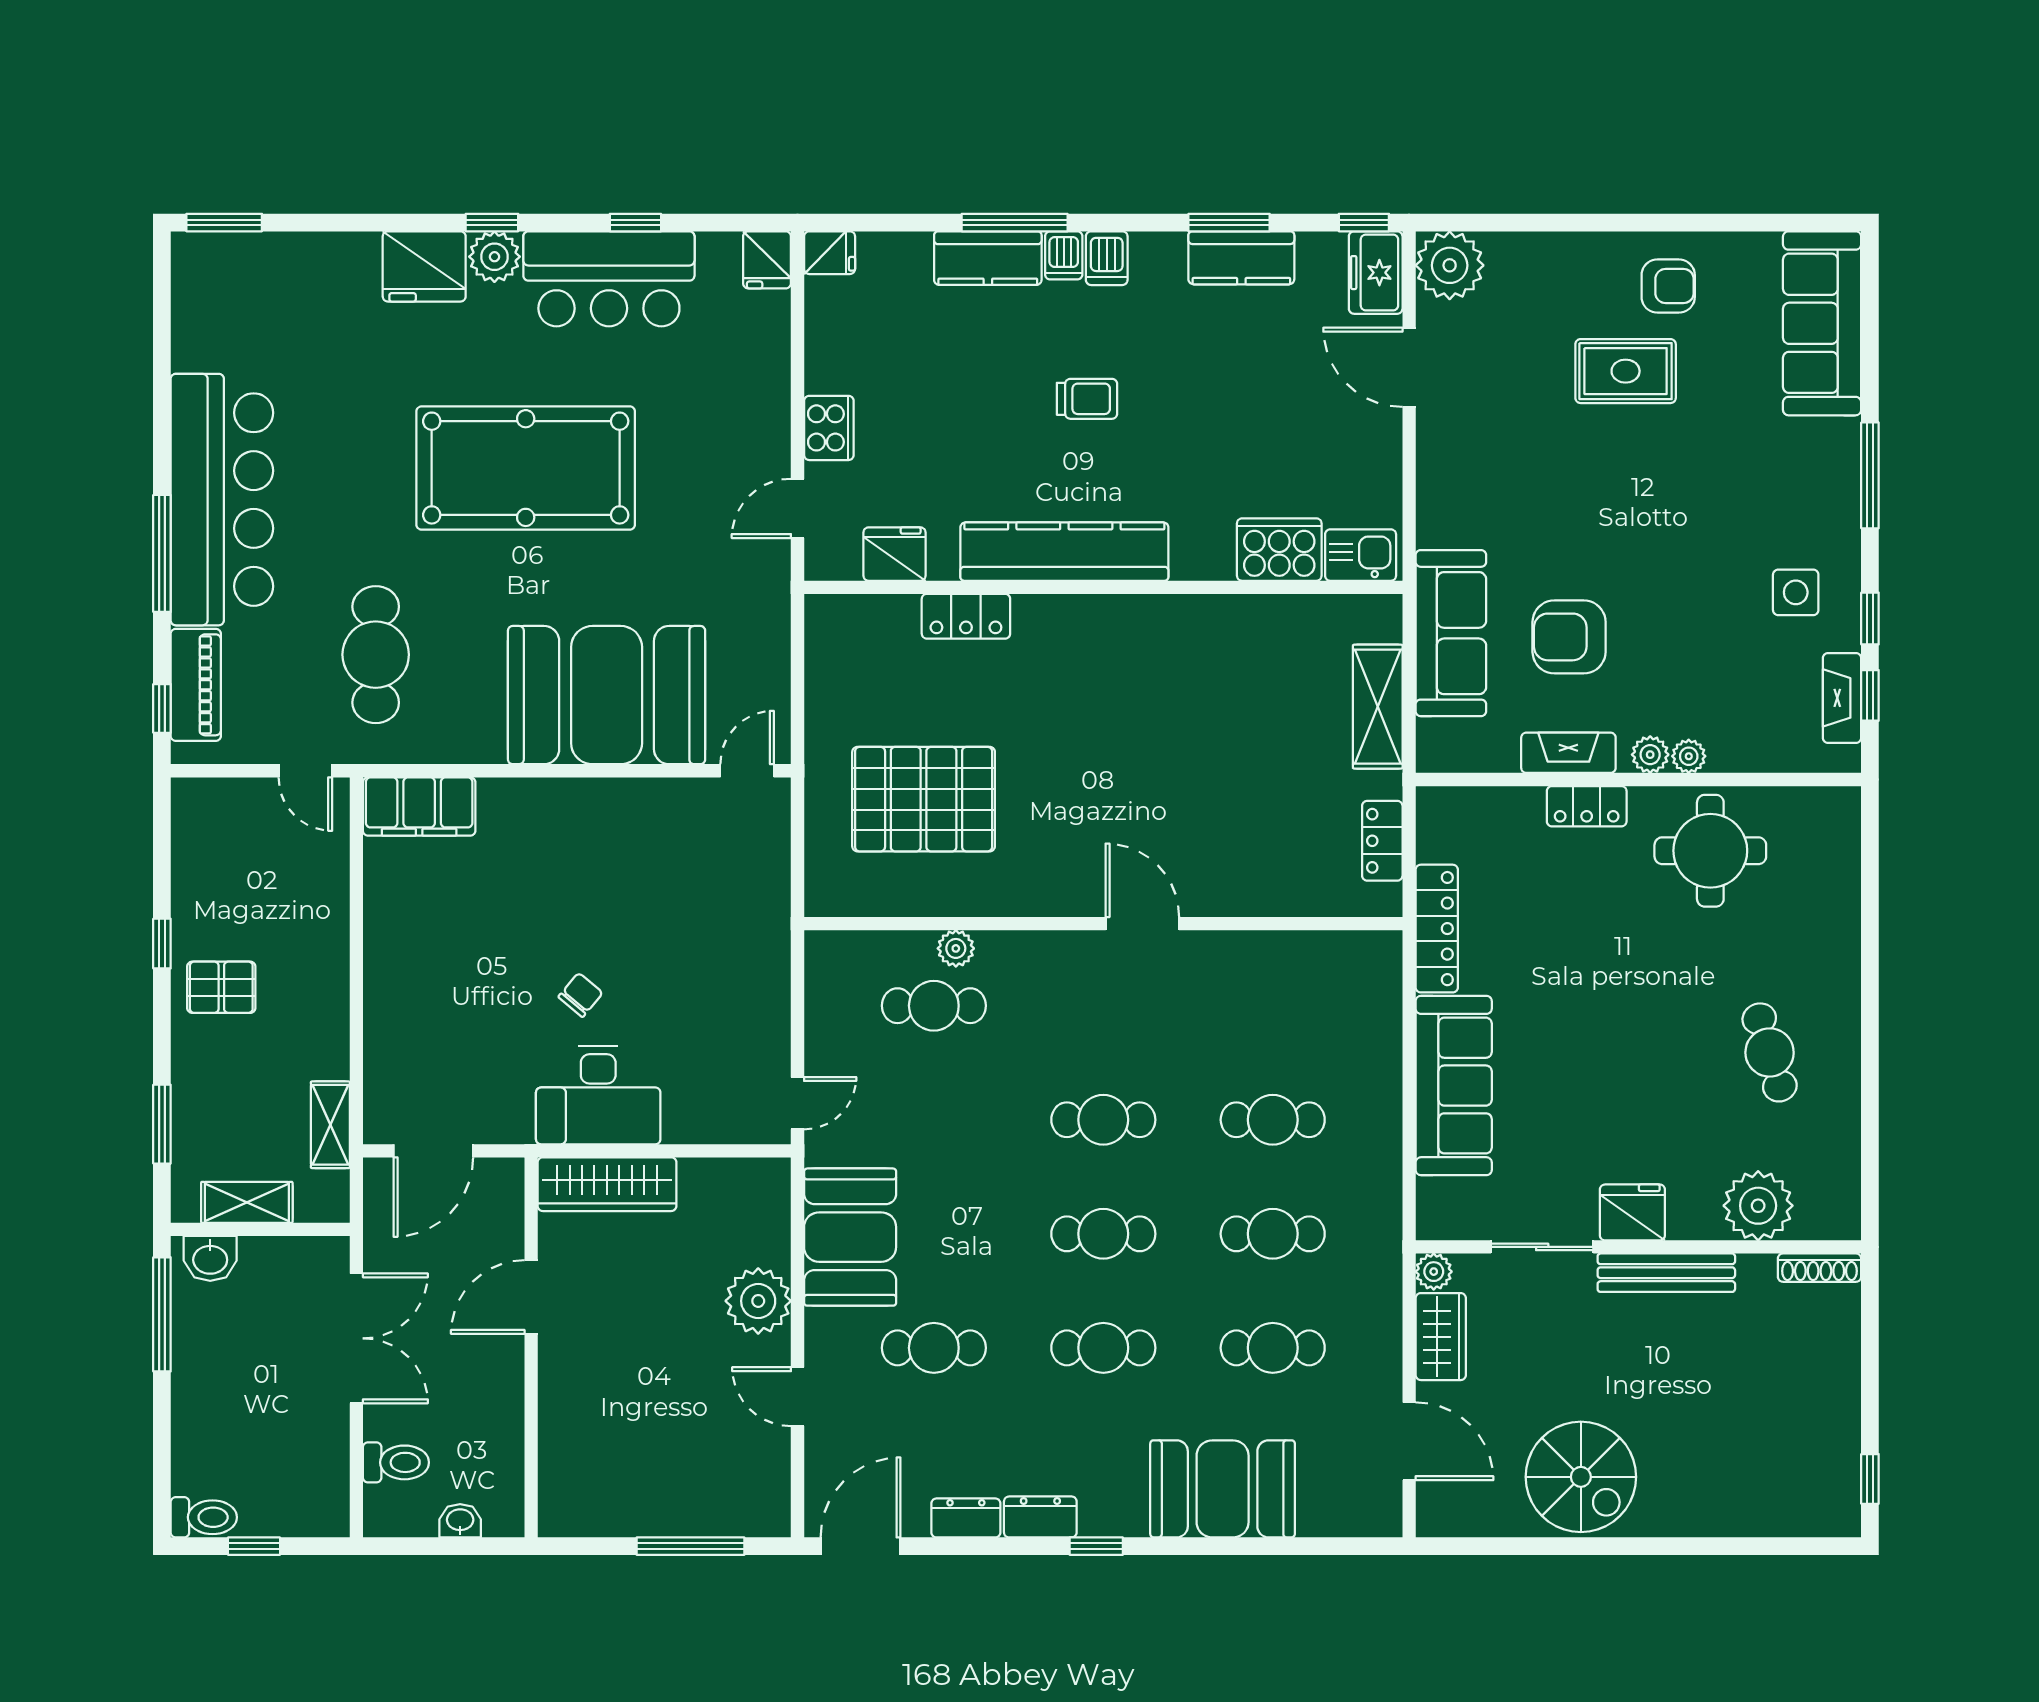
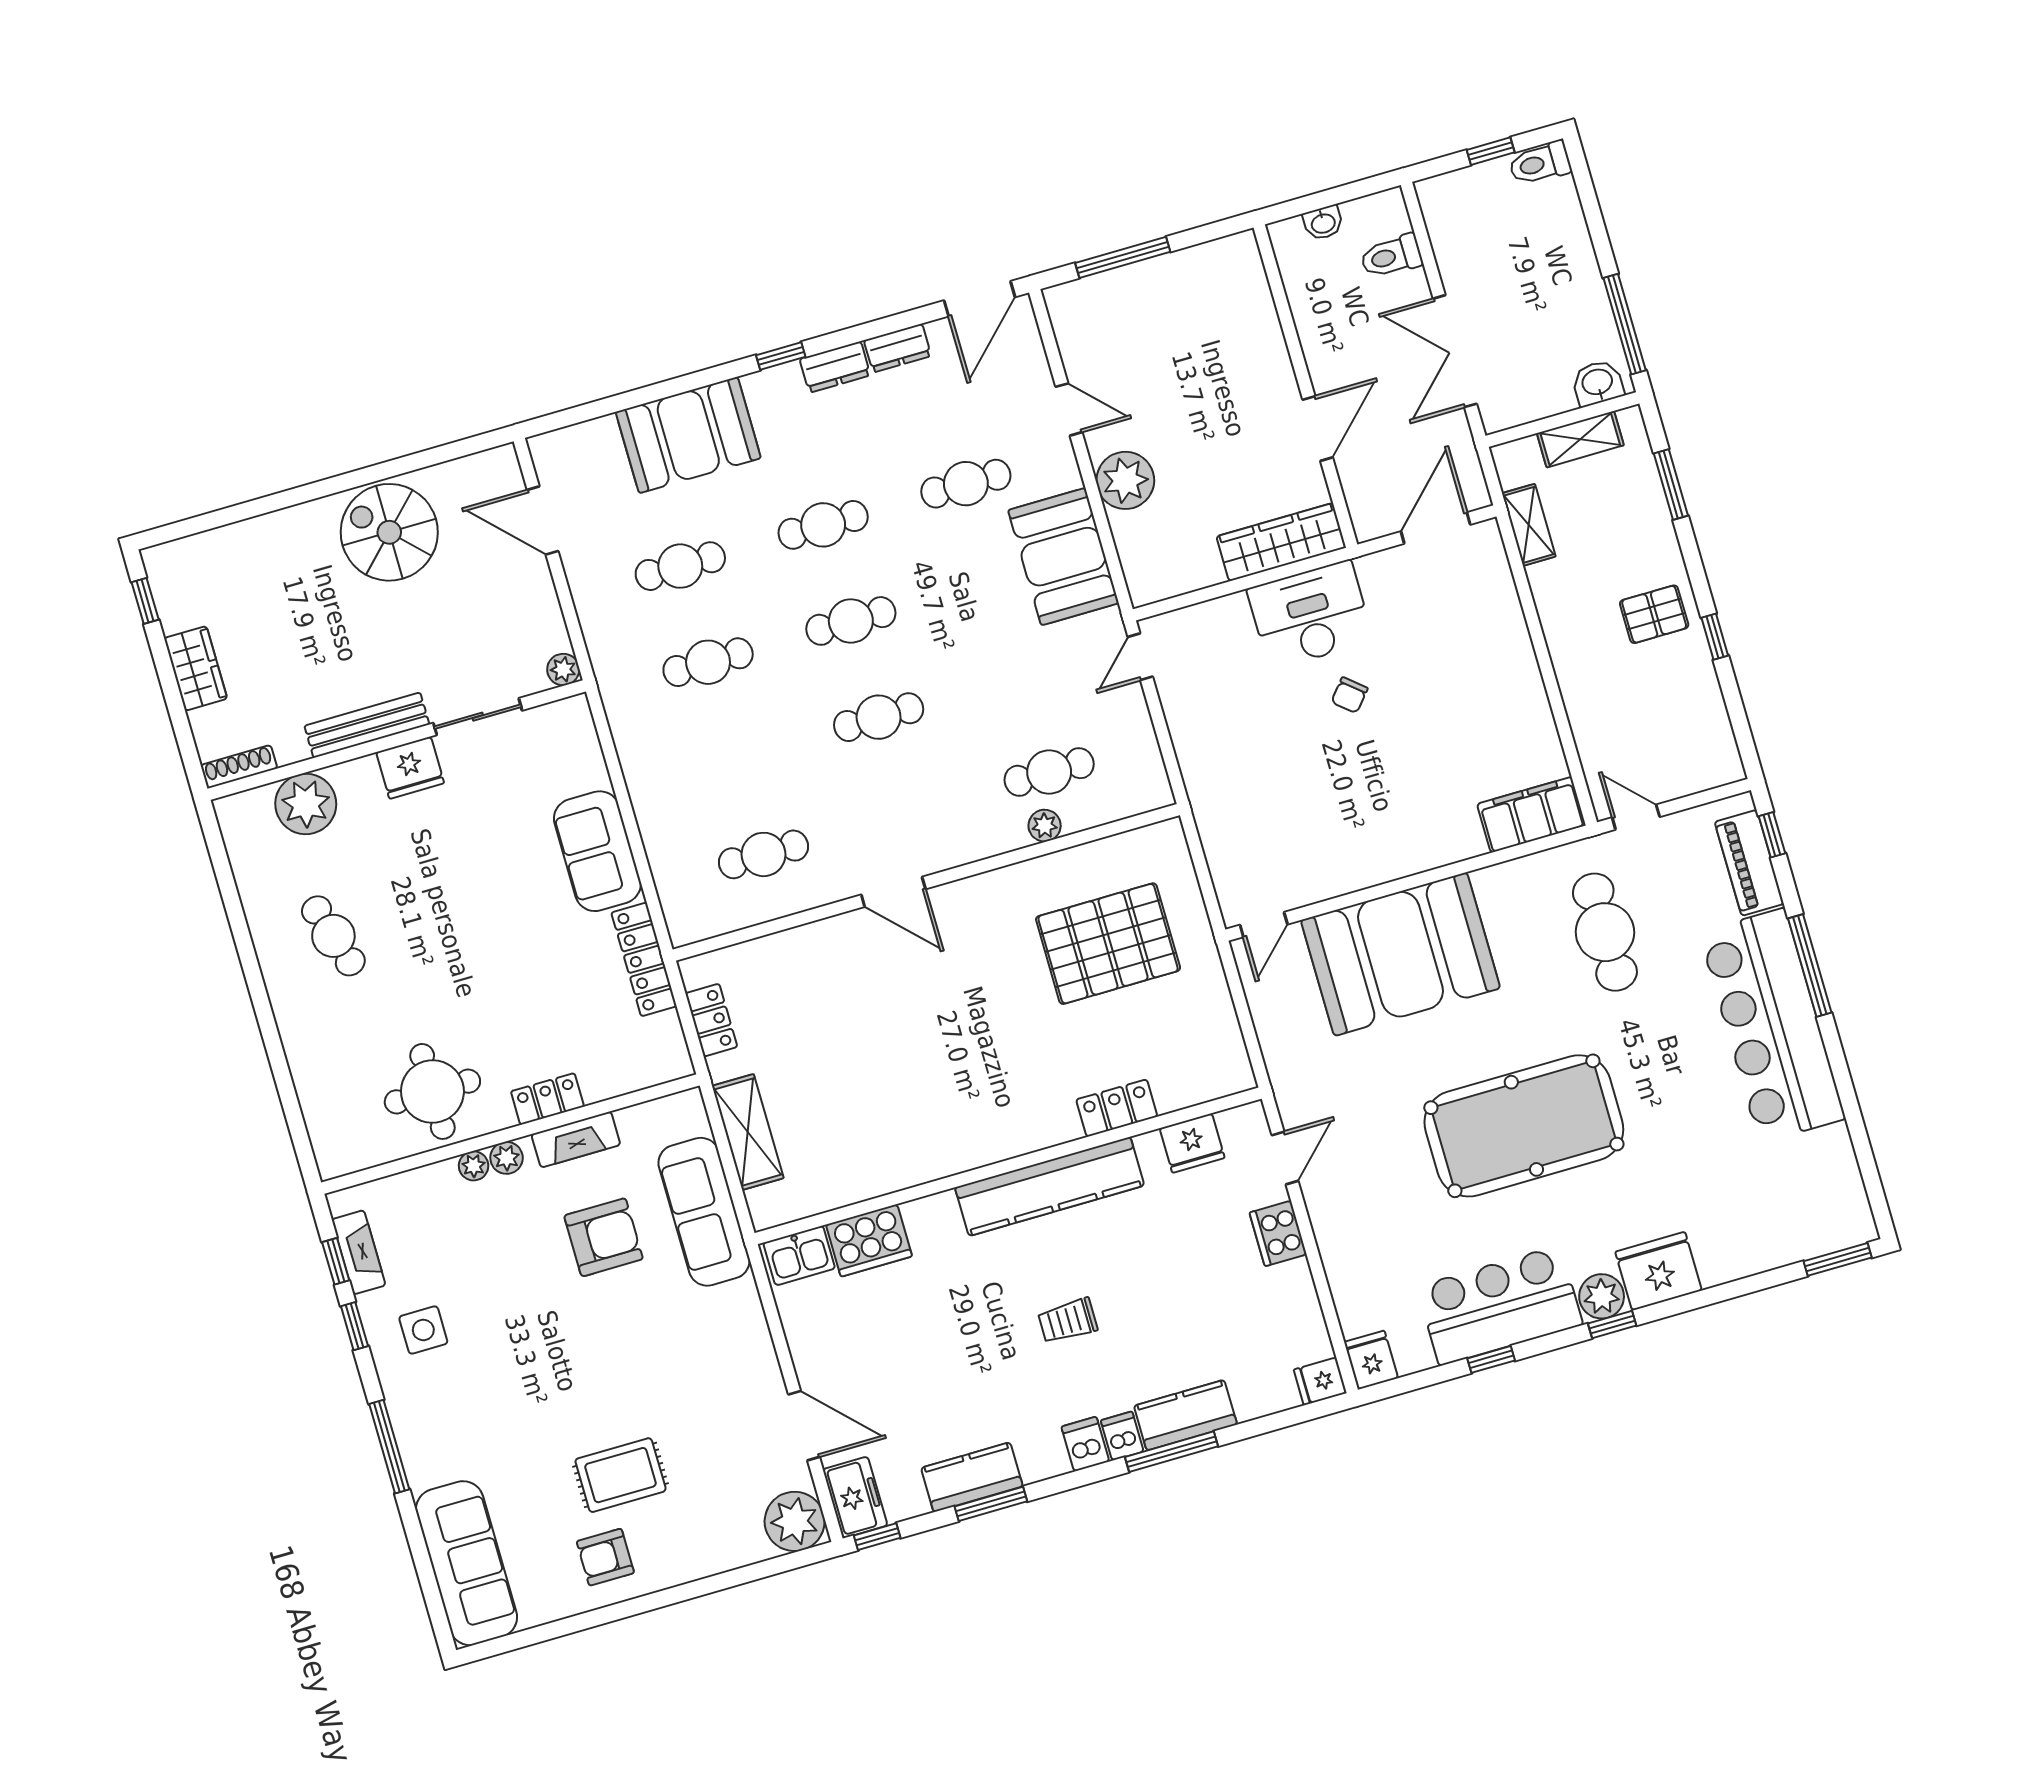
sofa: (1454, 1086) -> (597, 851), width x0.73
cafe table: (1273, 1120) -> (764, 854), moved
wardrobe: (1441, 1337) -> (196, 668), moved, turned 180

